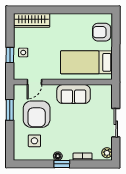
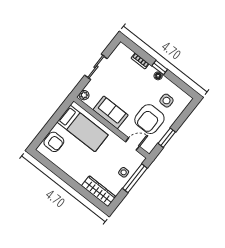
window: (10, 55) -> (135, 178), width x2.17
armchair: (37, 114) -> (149, 119), turned 180
plant: (107, 153) -> (84, 95), moved

